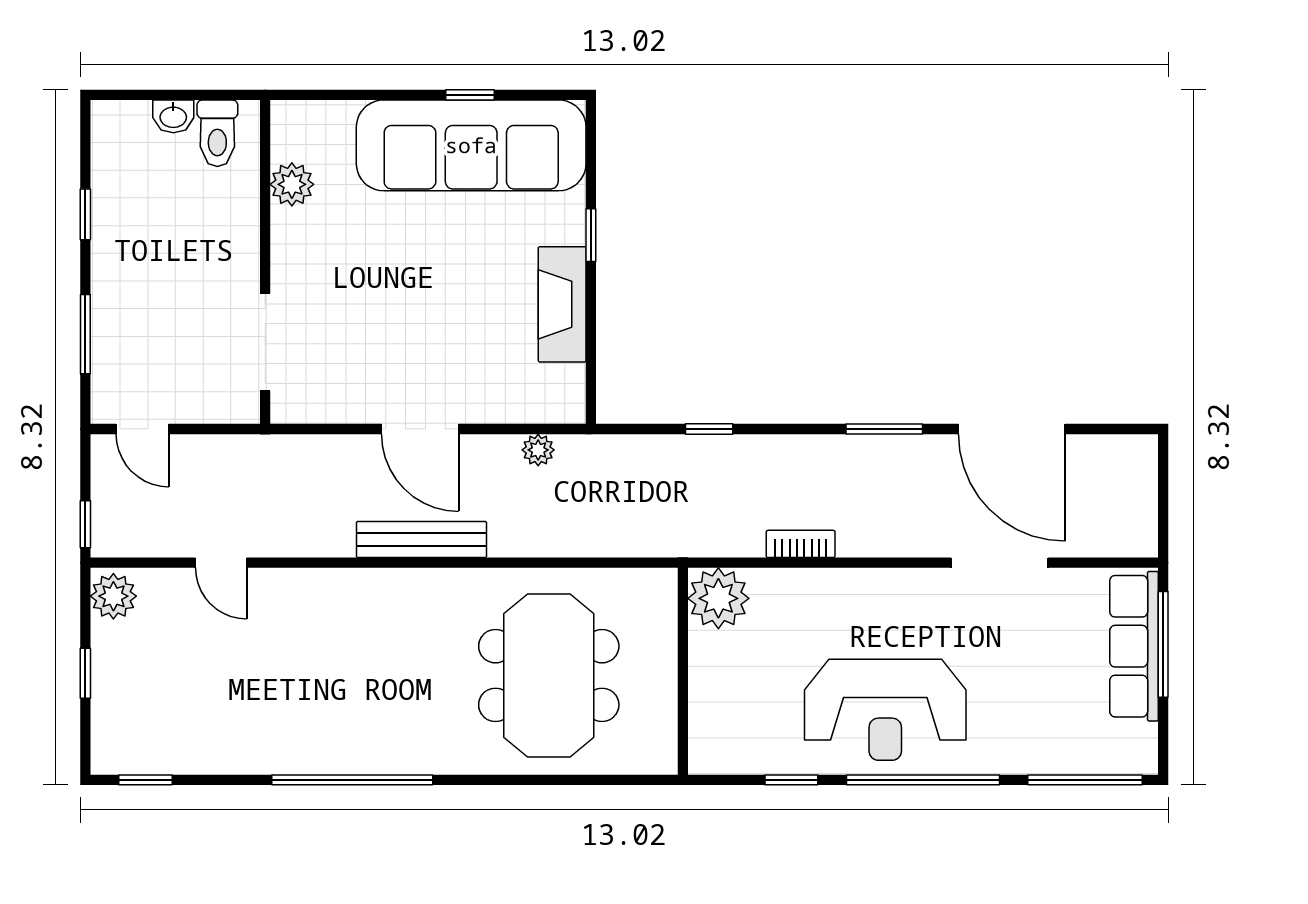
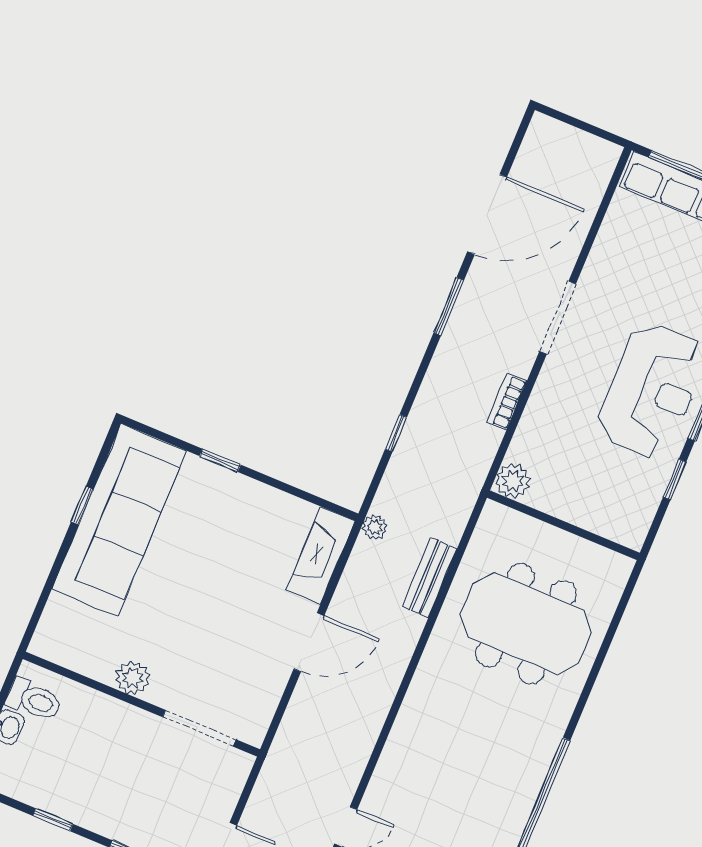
plant: (292, 184) -> (133, 678), moved
fireplace: (562, 304) -> (321, 556), moved, turned 90
plant: (538, 450) -> (375, 527), moved
bench: (421, 539) -> (430, 578), moved, width x0.73
doorway: (1000, 563) -> (558, 318), moved
plant: (718, 598) -> (513, 481), width x0.73, depth x0.73

